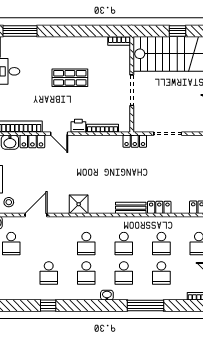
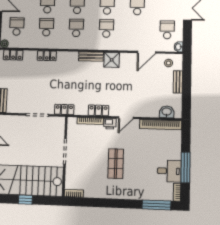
shop shelf: (70, 78) -> (116, 164), turned 90
door: (59, 134) -> (126, 118), swing flipped
locker: (32, 141) -> (98, 110), moved
bench: (131, 208) -> (91, 57), moved

